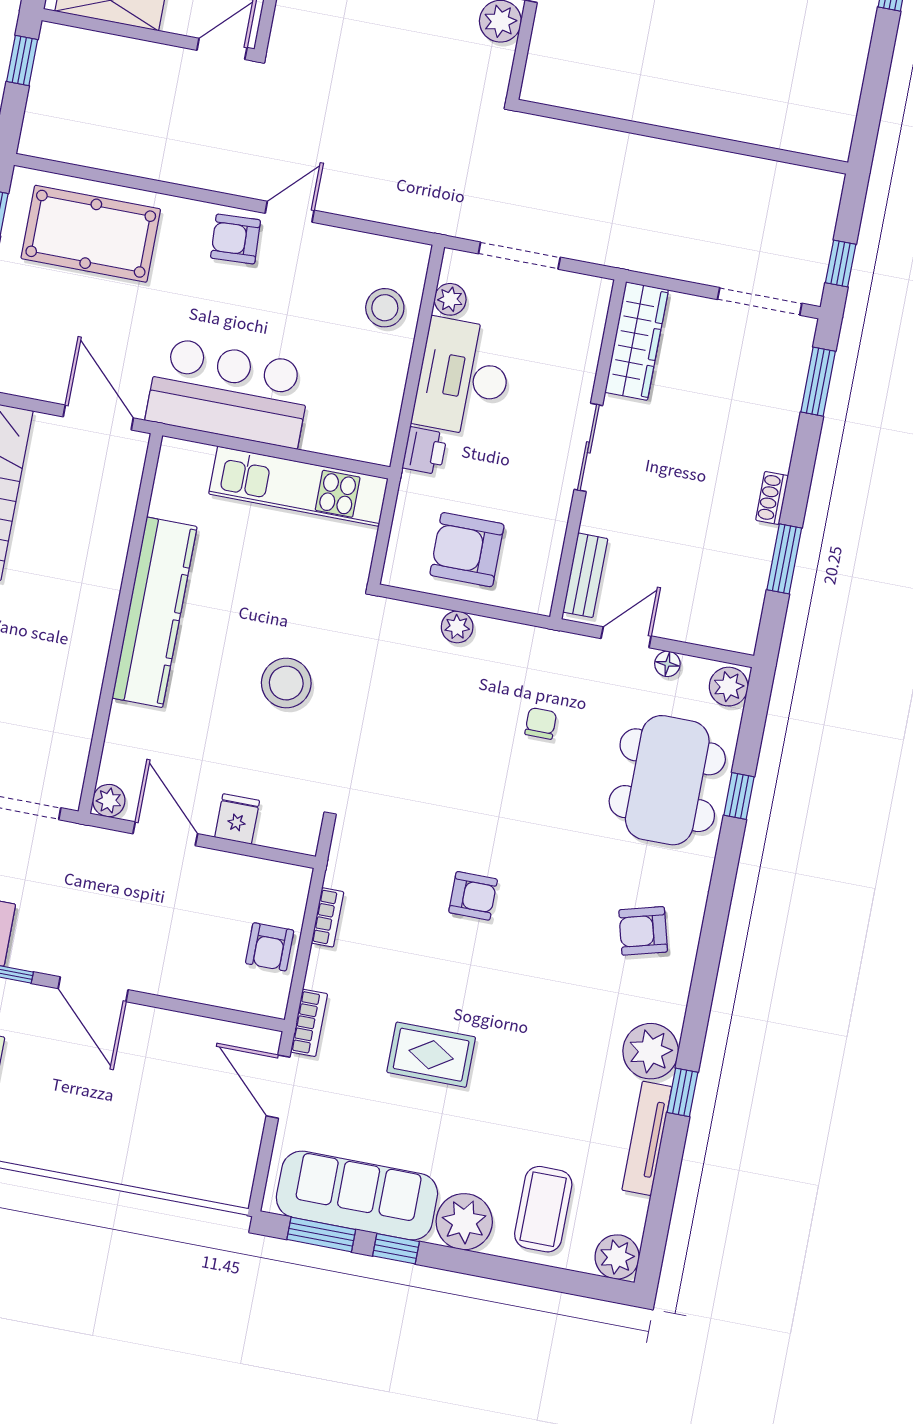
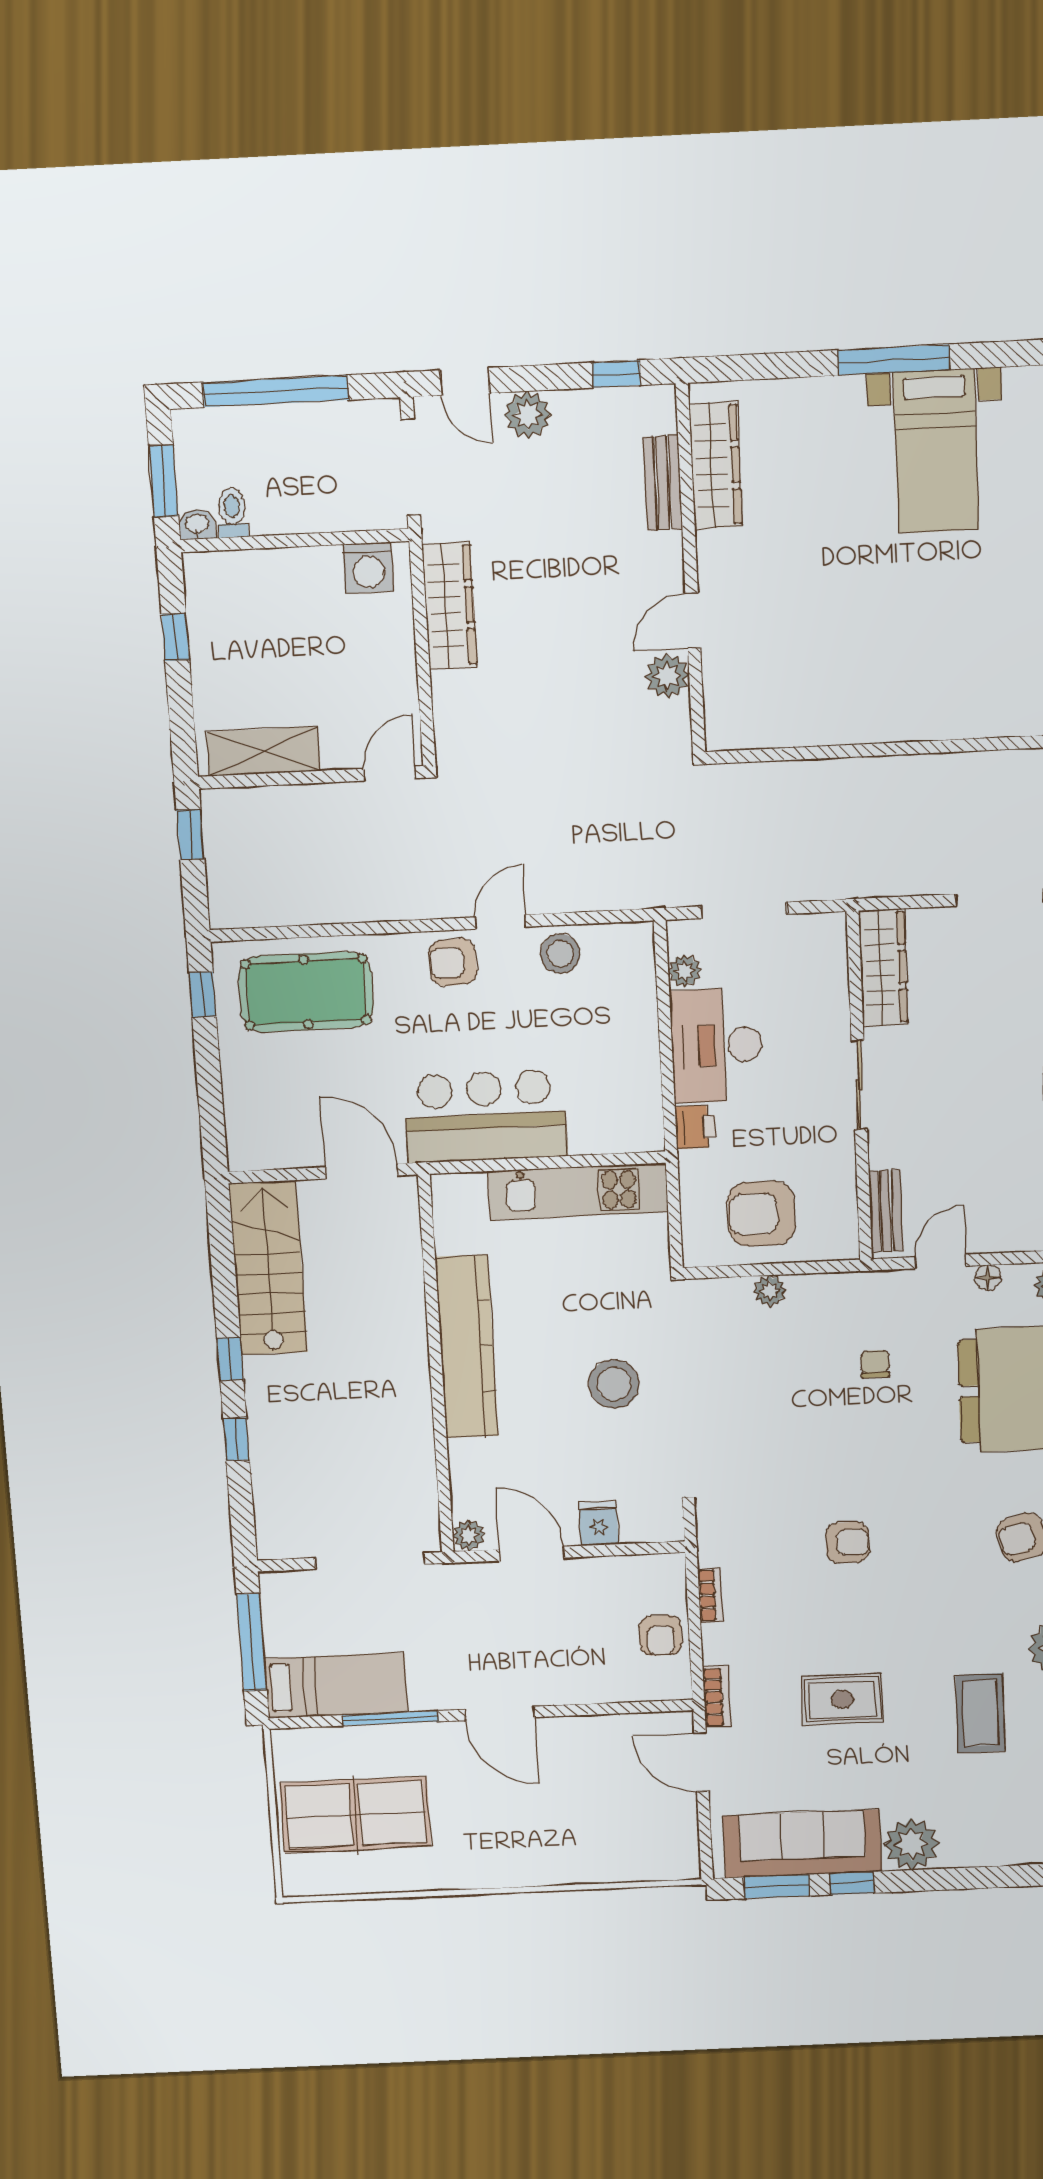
stool: (385, 308) -> (560, 954), moved
coffee table: (543, 1209) -> (980, 1713), moved

